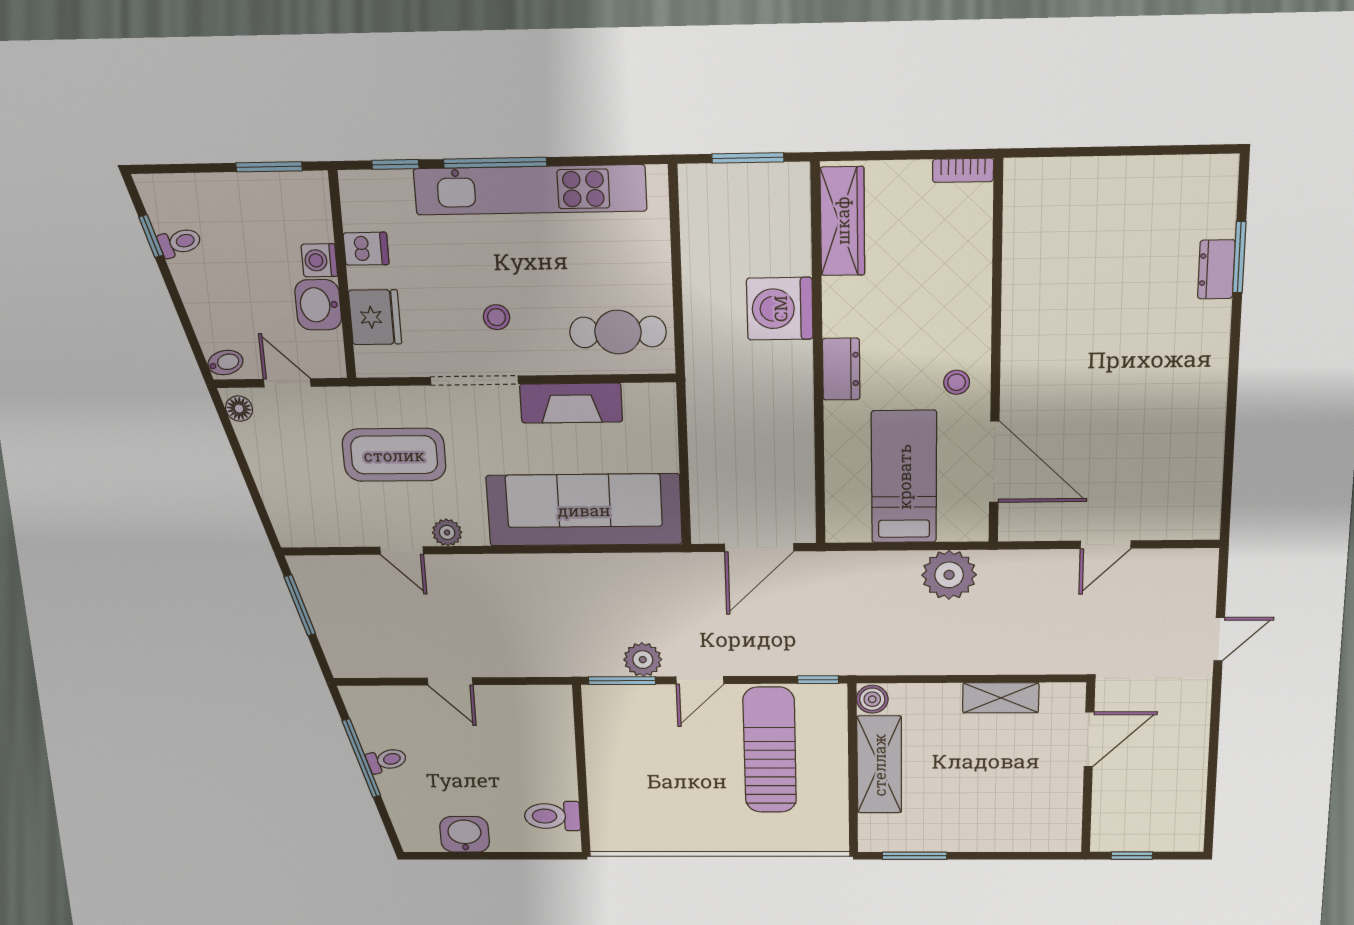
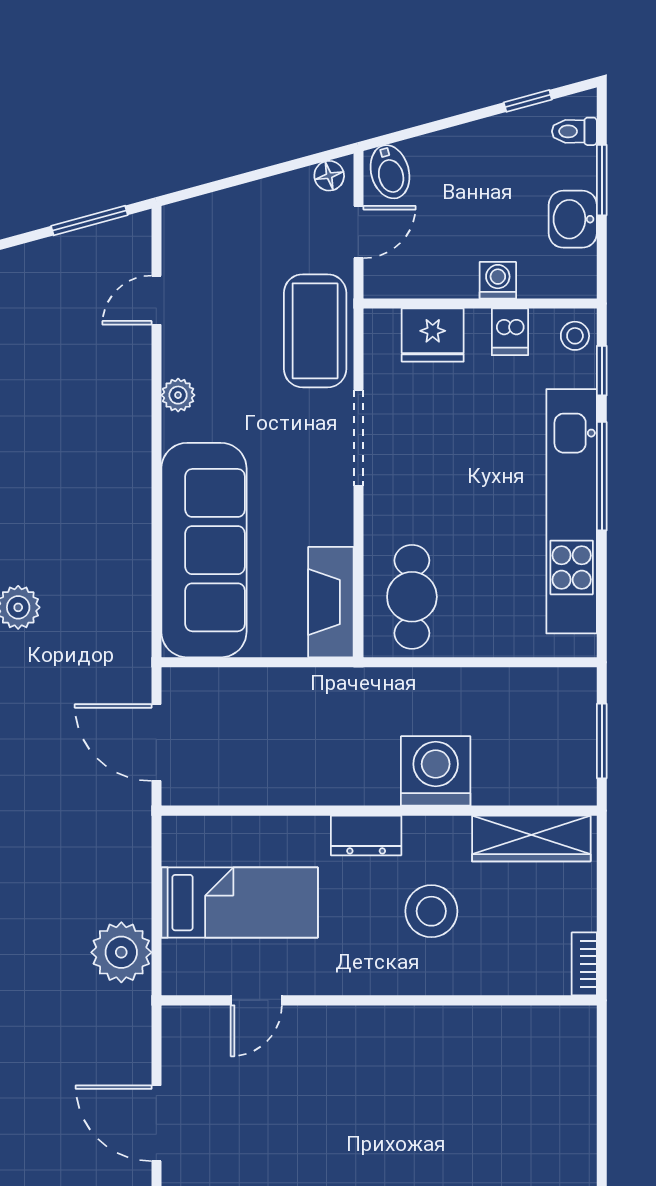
window: (269, 167) -> (602, 180), moved
toilet: (180, 242) -> (574, 131), moved, turned 105
washbasin: (318, 305) -> (573, 219), moved, turned -90
stool: (496, 317) -> (575, 336), moved
bidet: (225, 363) -> (390, 172), width x1.38, depth x1.36
stool: (957, 382) -> (431, 911), moved, width x1.89, depth x1.89
fireplace: (571, 403) -> (331, 602), moved
coffee table: (394, 455) -> (315, 331), moved
door: (994, 462) -> (256, 1000), width x0.53
door: (1106, 545) -> (156, 1123), width x1.38
door: (402, 550) -> (156, 300), moved

